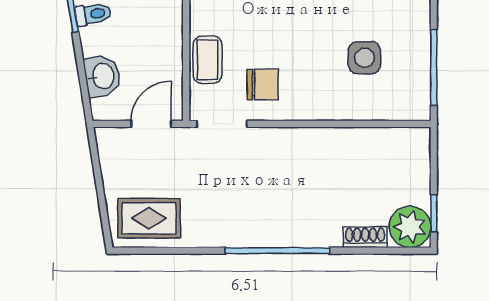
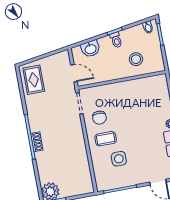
coffee table: (208, 60) -> (106, 139), moved
shoe rack: (365, 237) -> (37, 142), moved

